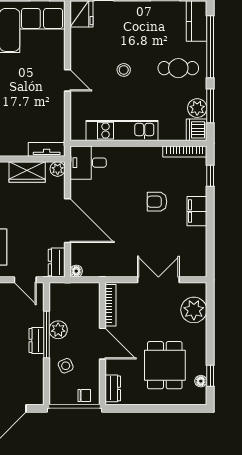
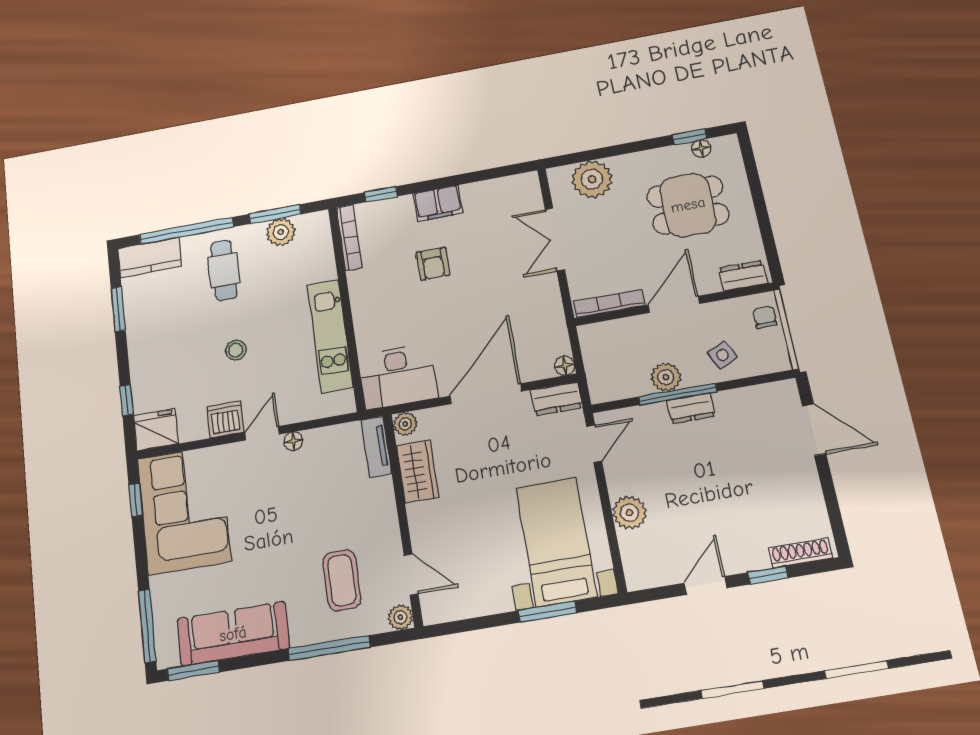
floor lamp: (59, 99) -> (293, 441), added
dishwasher: (197, 130) -> (226, 419), moved, turned 180
desk: (88, 163) -> (398, 376), width x1.37

